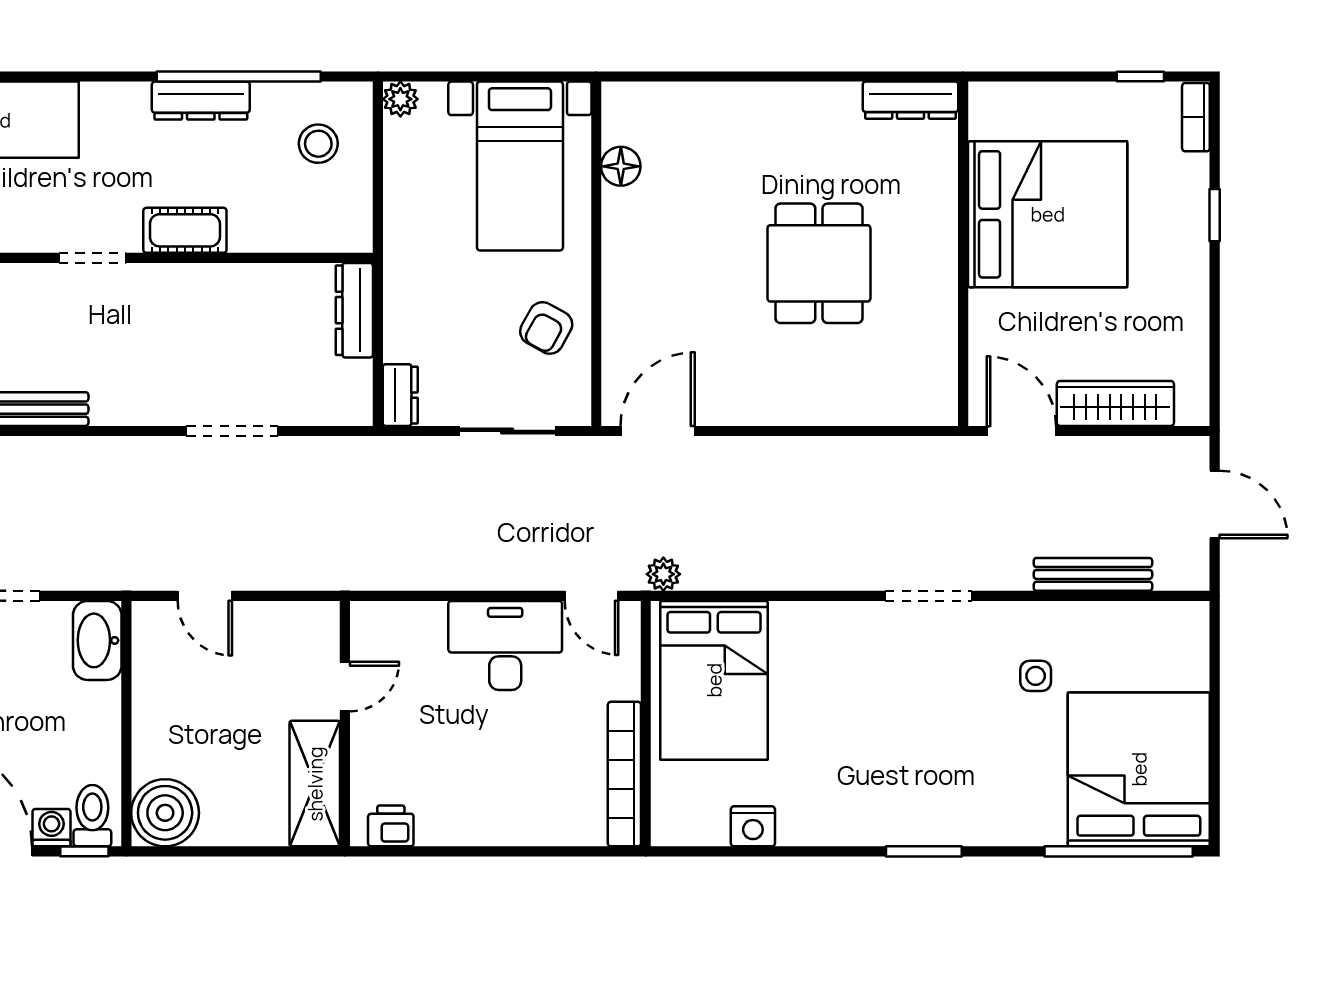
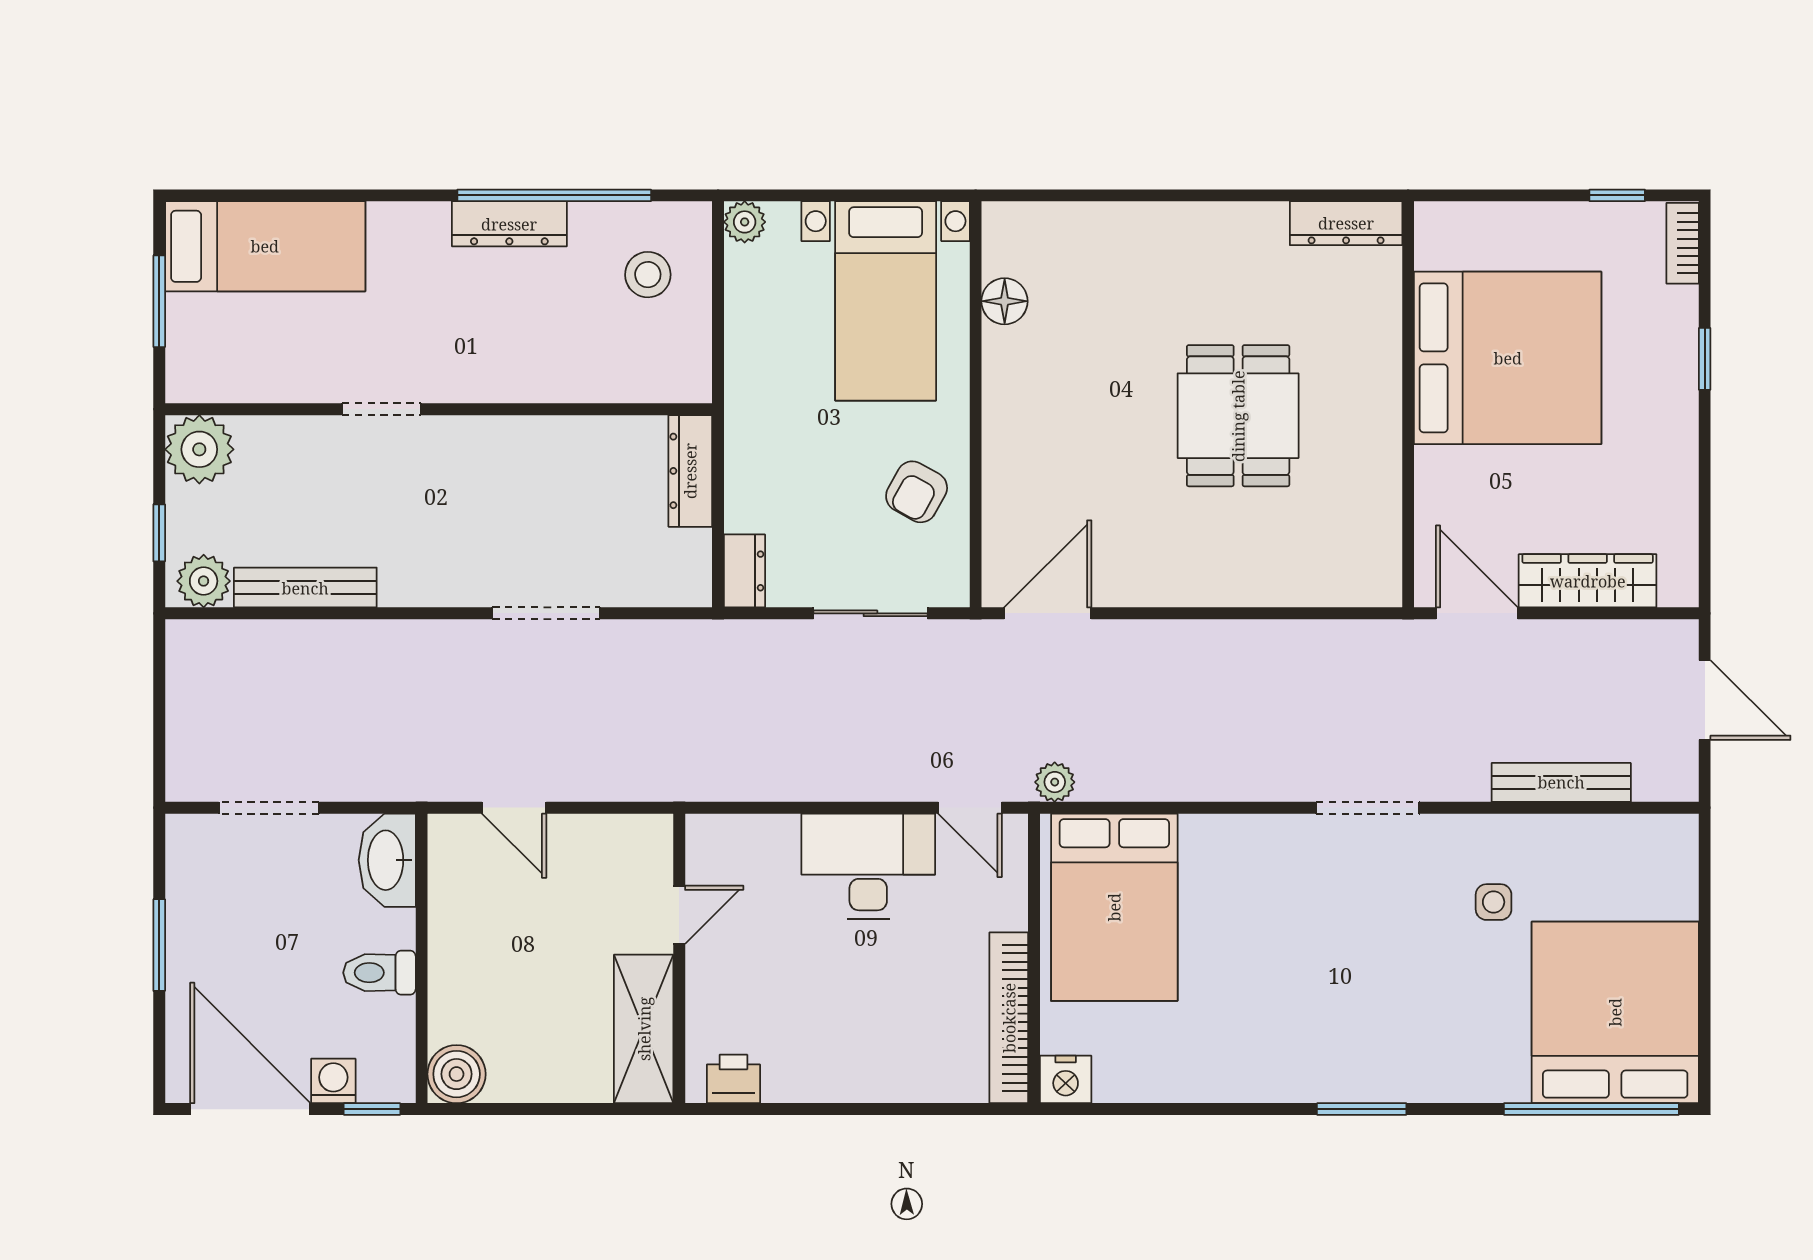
cot: (185, 230) -> (491, 377), removed
boiler: (165, 813) -> (457, 1074), width x0.73, depth x0.73
toilet: (92, 816) -> (379, 973), moved, turned -90
nightstand: (753, 826) -> (1066, 1079), moved

